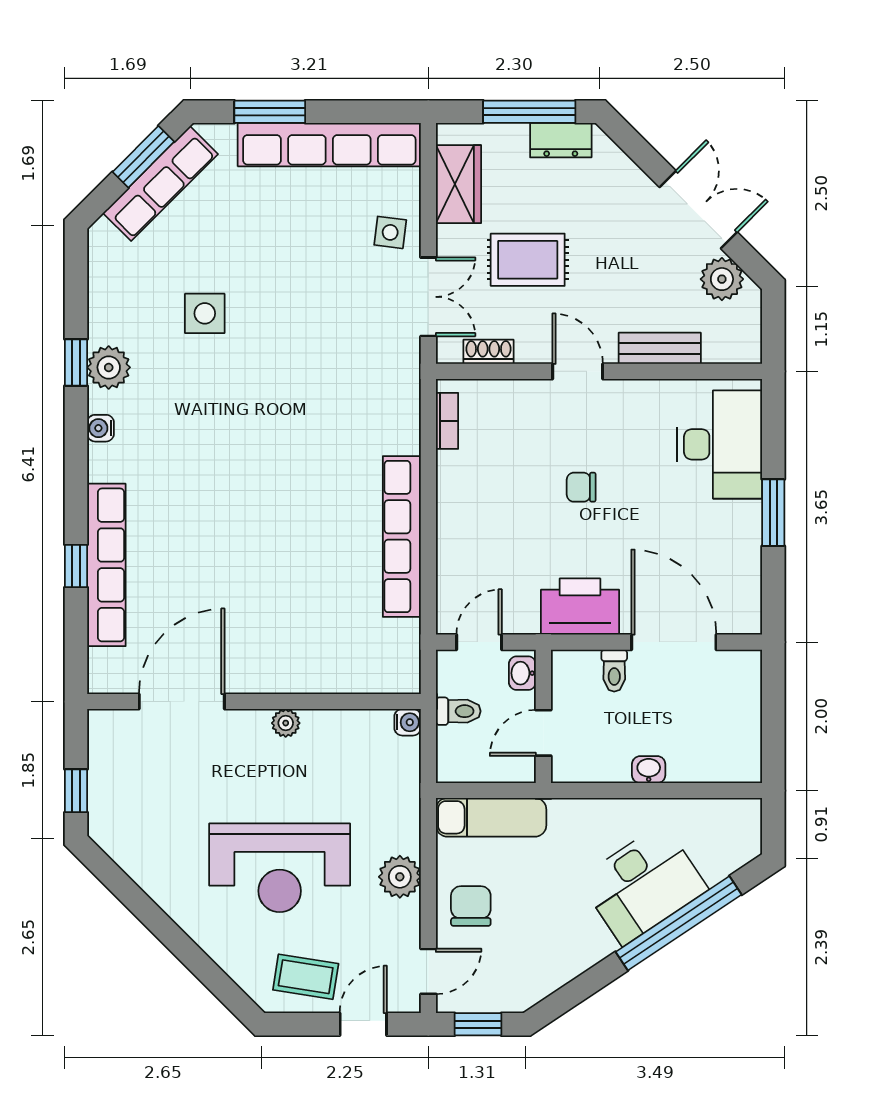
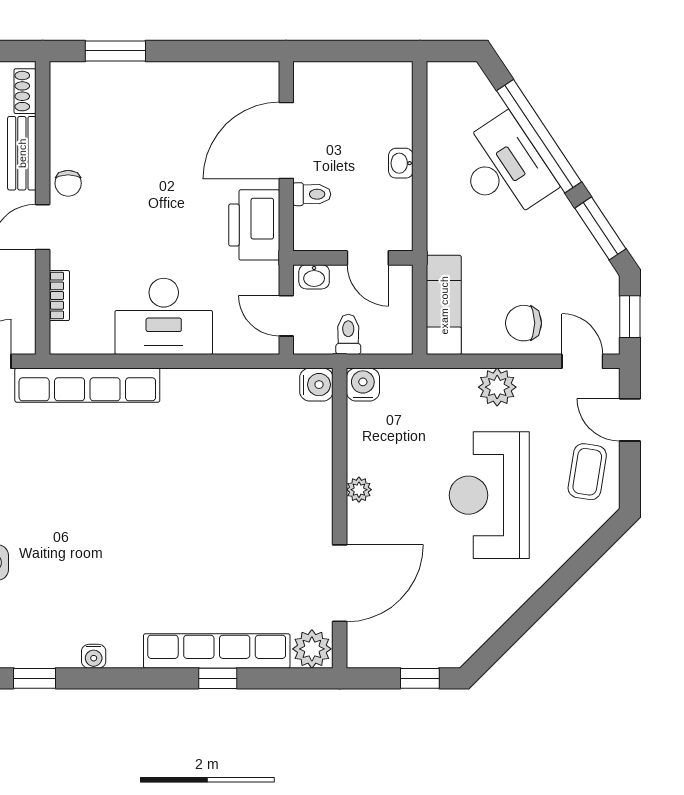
shoe rack: (488, 352) -> (25, 91), moved
plant: (109, 367) -> (312, 649), moved
bookcase: (447, 421) -> (59, 296), moved, turned 90
desk: (720, 444) -> (164, 316), moved, turned 180
chair: (581, 487) -> (68, 183), moved
window: (773, 513) -> (115, 51), moved
row of seats: (402, 536) -> (87, 385), moved
water cooler: (403, 676) -> (316, 385), added
door: (182, 702) -> (340, 583), swing flipped
water cooler: (408, 722) -> (363, 385), width x1.38, depth x1.38
reception desk: (280, 868) -> (489, 495), turned 180
window: (576, 991) -> (600, 228), added

